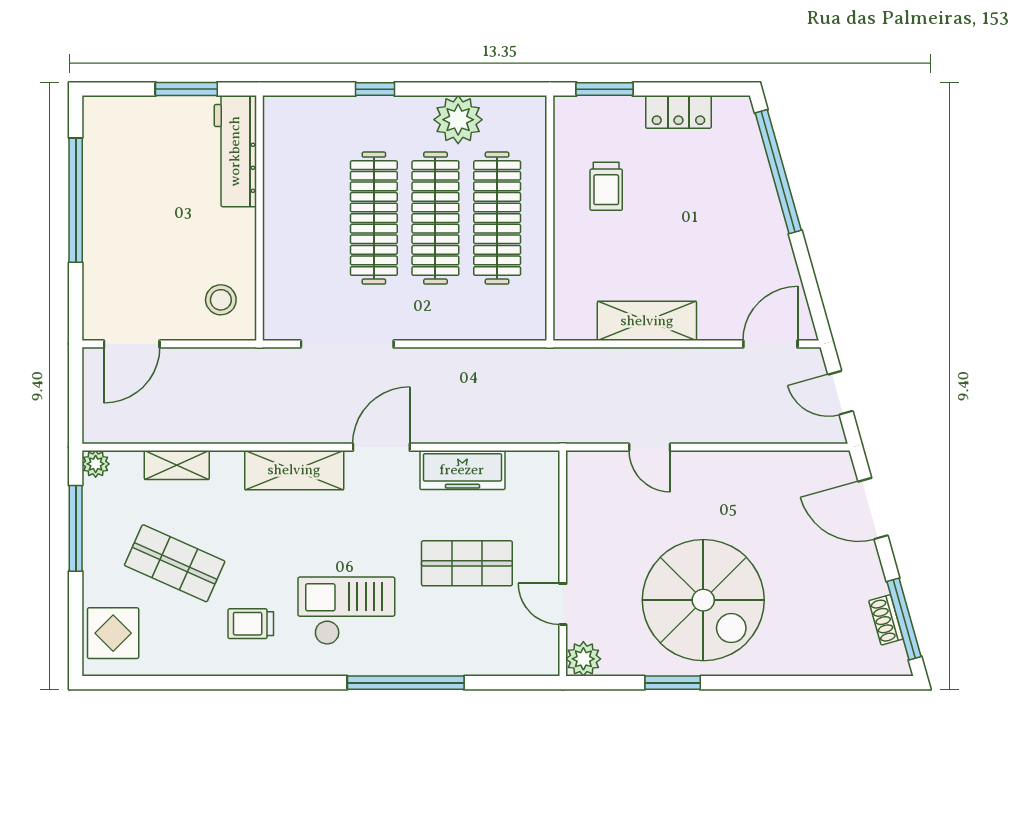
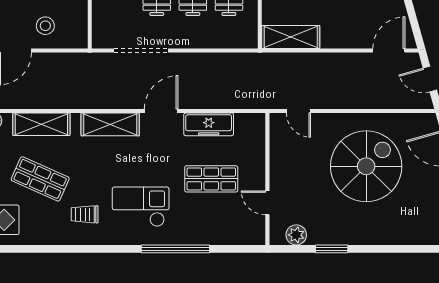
stool: (221, 300) -> (45, 26), moved
shelving: (647, 321) -> (291, 37), moved
door: (650, 447) -> (298, 111), moved
shelving: (177, 465) -> (41, 124), width x1.50, depth x1.33
spiral stairs: (703, 600) -> (366, 166), moved, turned -90
plant: (583, 659) -> (296, 235), moved

